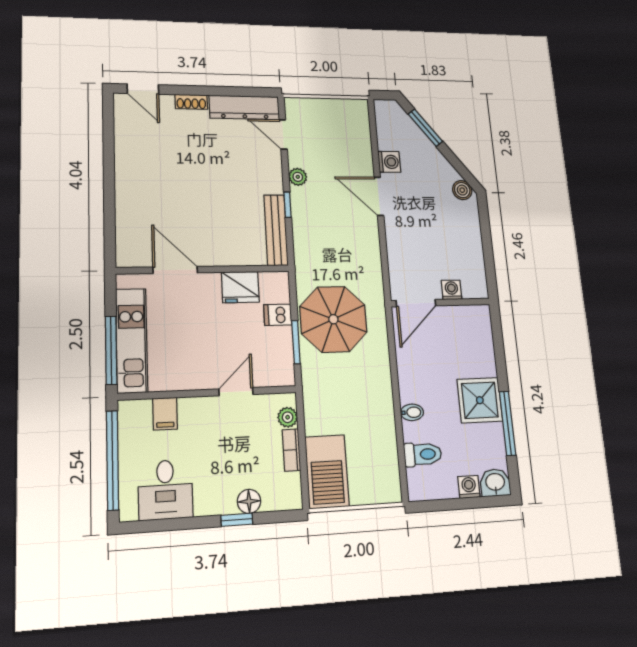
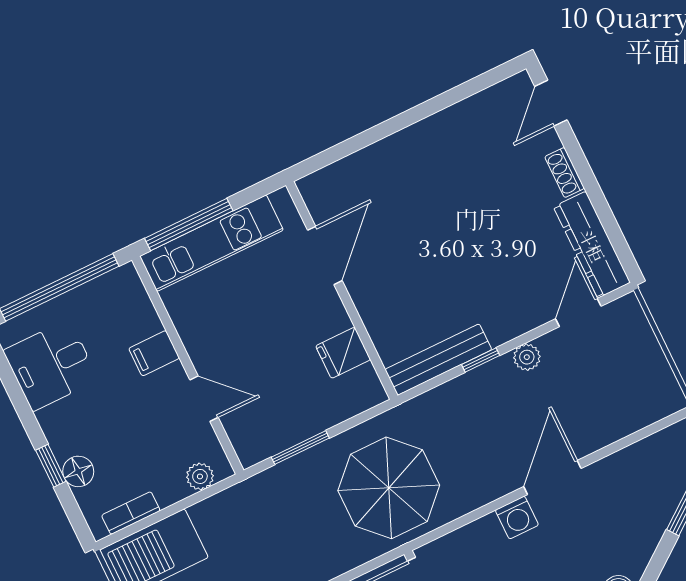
washing machine: (389, 162) -> (517, 518), moved
fridge: (240, 287) -> (343, 353), width x0.72
dishwasher: (278, 315) -> (326, 409), removed
parasol: (333, 319) -> (389, 488), moved
filing cabinet: (165, 414) -> (154, 353), moved
bookcase: (291, 450) -> (131, 513), moved

